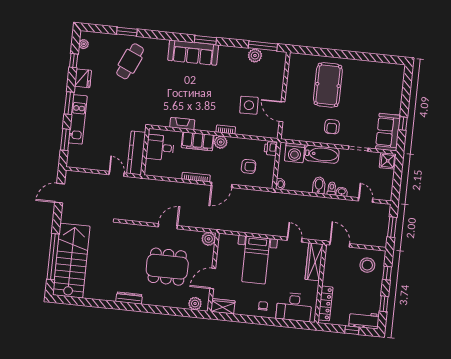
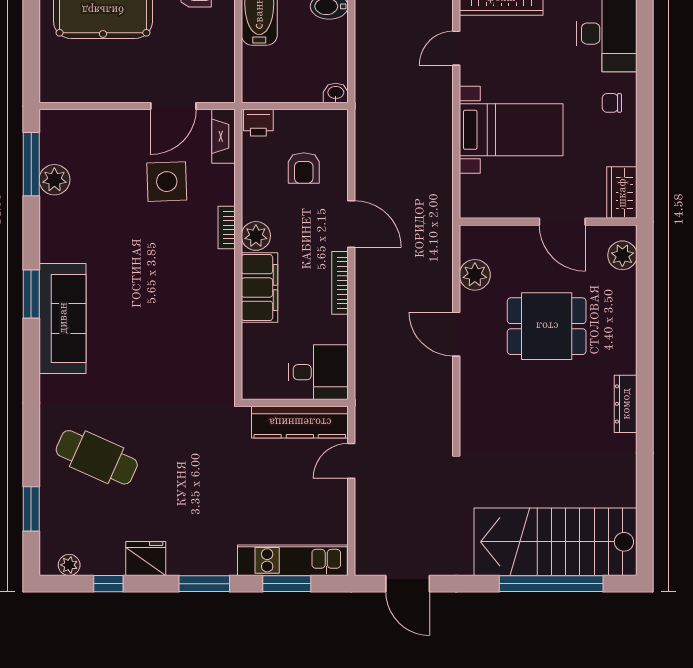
window: (127, 32) -> (31, 509), moved
kitchen unit: (78, 119) -> (292, 560), moved
fireplace: (182, 124) -> (223, 136), moved
desk: (160, 148) -> (318, 372), moved, turned -90
washing machine: (295, 153) -> (262, 68), removed
armchair: (249, 166) -> (304, 168), turned 180
plant: (209, 239) -> (475, 275), moved
dining table: (167, 267) -> (547, 326), width x0.73

